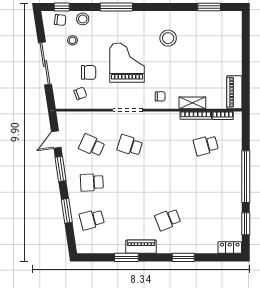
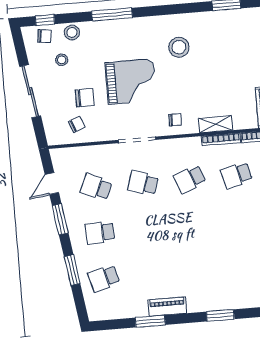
grand piano: (127, 63) -> (131, 82), turned 90
school desk: (168, 219) -> (190, 179), moved

